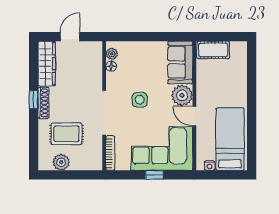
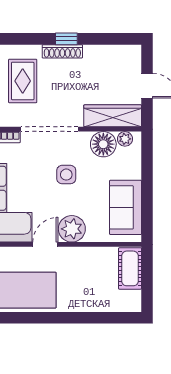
sofa: (180, 62) -> (126, 207), moved, turned -90
wardrobe: (47, 64) -> (113, 116), moved, turned 180
floor lamp: (111, 66) -> (103, 144), width x1.89, depth x1.89

